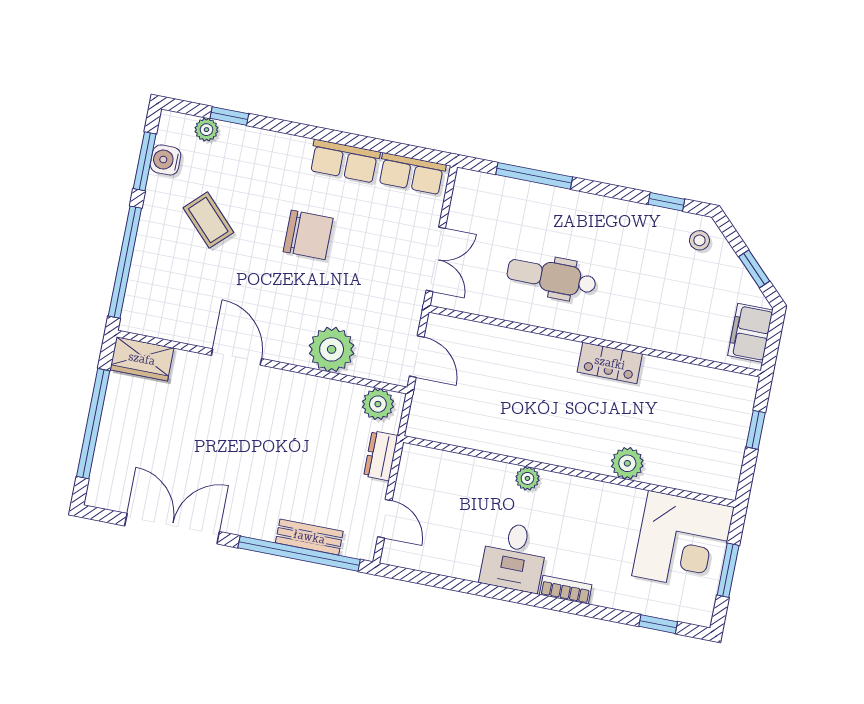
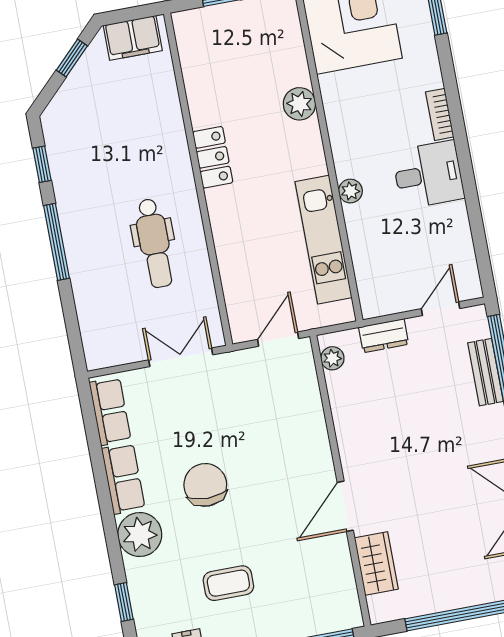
plant: (206, 130) -> (140, 535), moved, width x1.88, depth x1.88
window: (534, 176) -> (57, 242), moved
coffee table: (208, 220) -> (228, 583), turned 44
stool: (699, 240) -> (66, 119), removed
plant: (332, 349) -> (303, 421), removed
wardrobe: (142, 359) -> (376, 563), moved
plant: (378, 404) -> (332, 358), width x0.73, depth x0.73
kitchen unit: (492, 435) -> (323, 240), added

